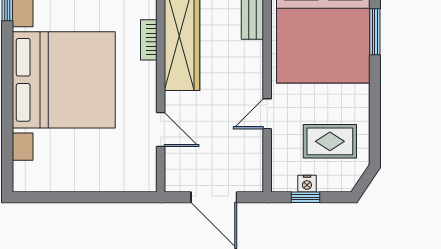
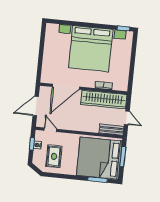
door: (267, 114) -> (50, 130), moved
door: (161, 129) -> (66, 87), width x1.87

